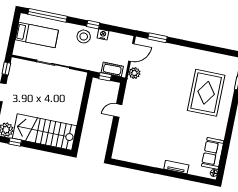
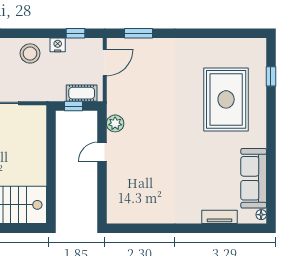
window: (93, 25) -> (76, 33), moved
plant: (134, 73) -> (115, 123), moved
sofa: (213, 153) -> (254, 178), width x1.36
tv unit: (176, 167) -> (219, 217), moved

